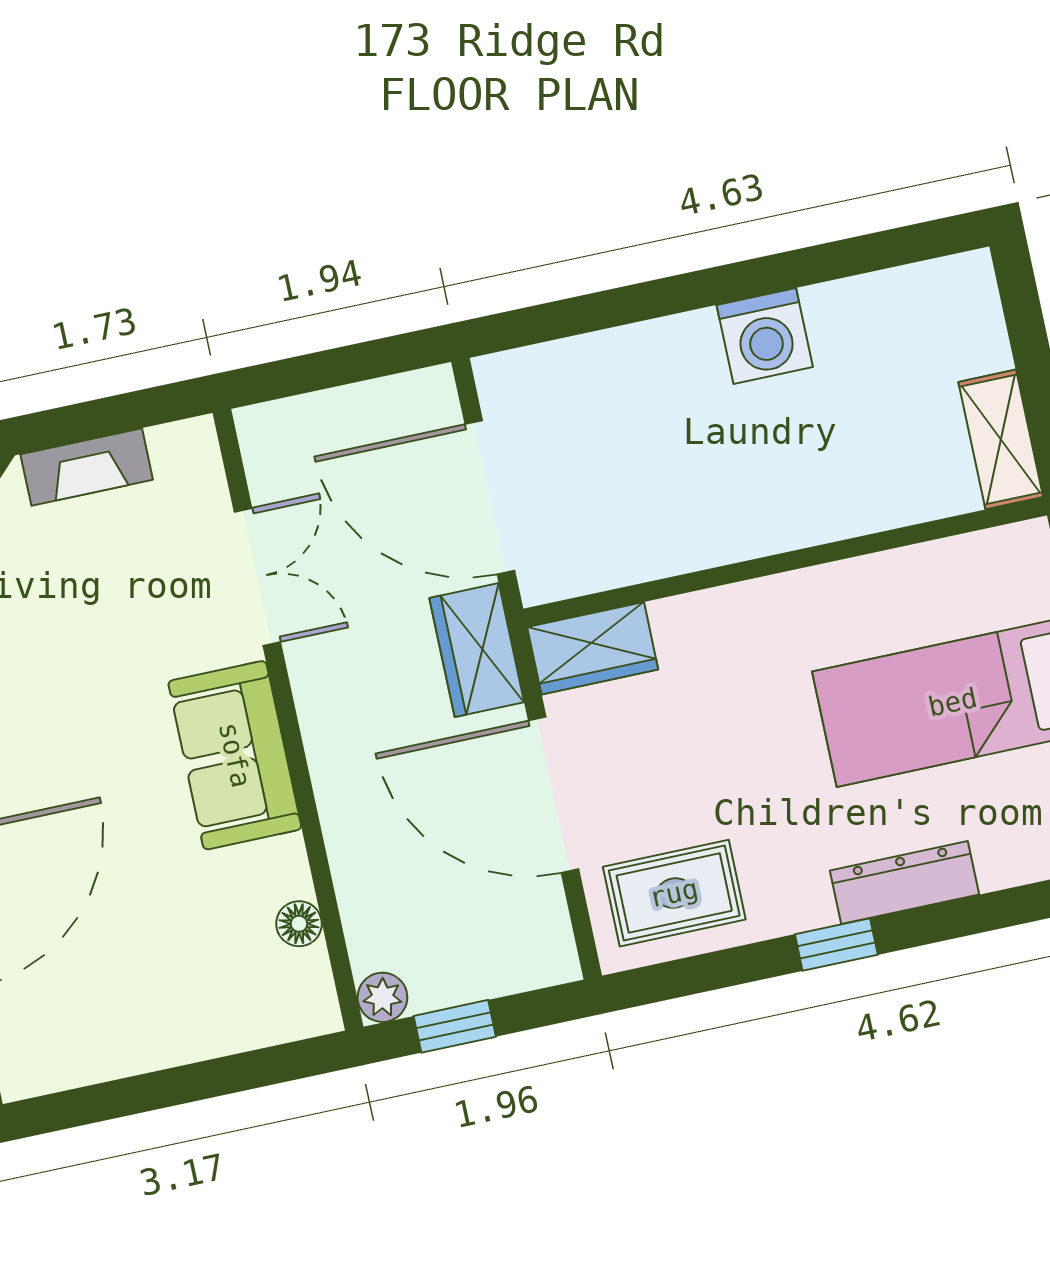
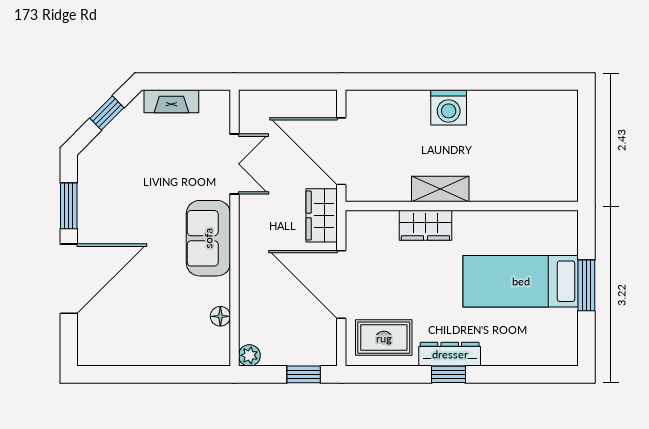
washing machine: (765, 336) -> (449, 107), moved
shelving: (1001, 439) -> (440, 189), moved, turned 90
wardrobe: (593, 648) -> (425, 225), moved
dresser: (905, 883) -> (450, 354), moved
window: (455, 1026) -> (304, 374), moved

